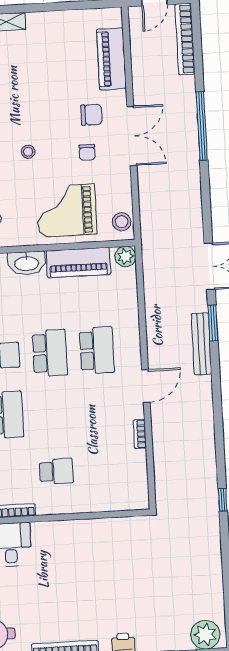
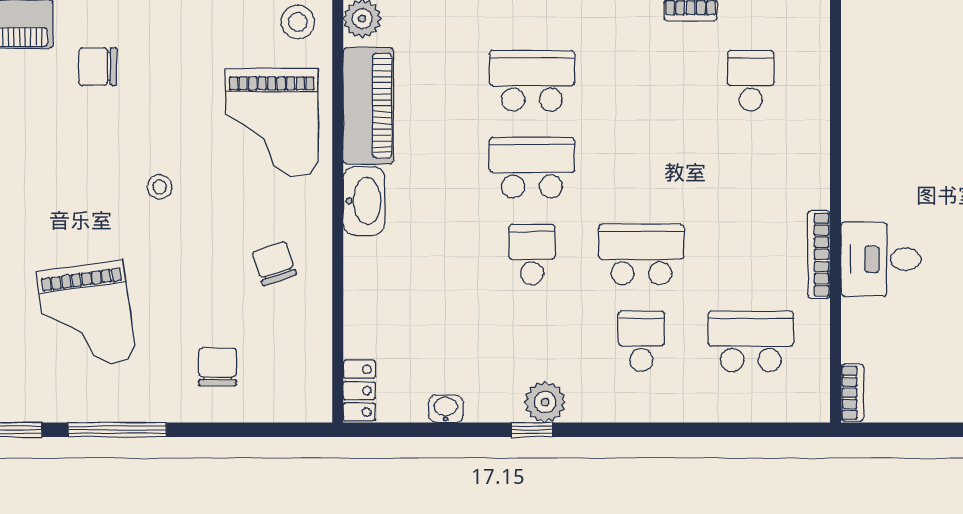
chair: (91, 115) -> (98, 67), turned -90
chair: (87, 152) -> (166, 78), removed
school desk: (56, 471) -> (751, 81), moved

